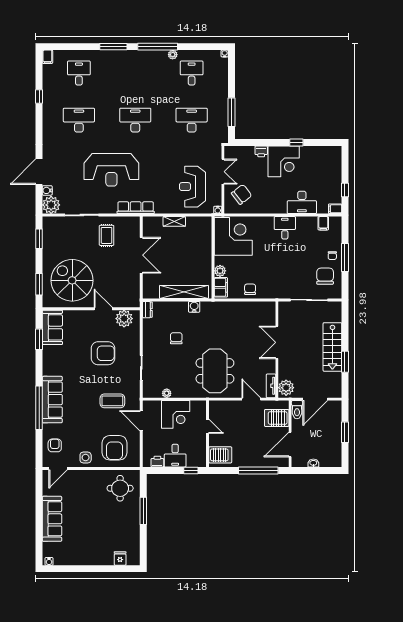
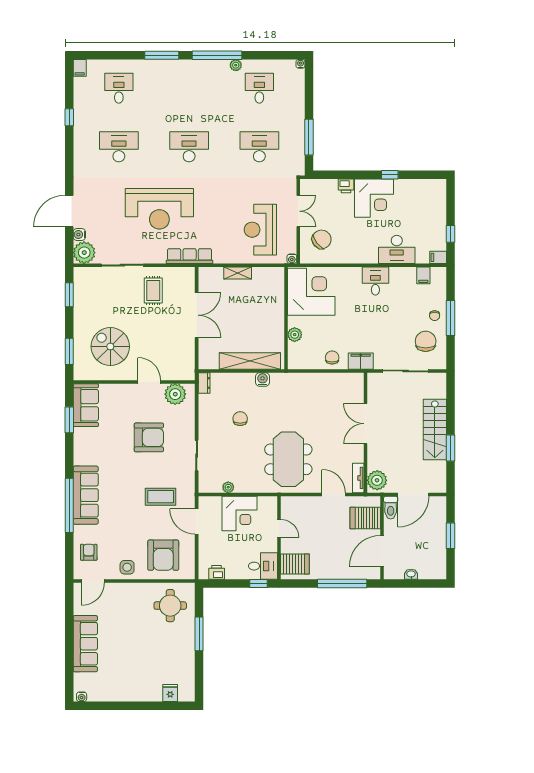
spiral stairs: (72, 280) -> (110, 347), width x0.73, depth x0.73
filing cabinet: (221, 287) -> (361, 361), moved, turned -90
desk: (175, 456) -> (263, 566), moved, turned -90

